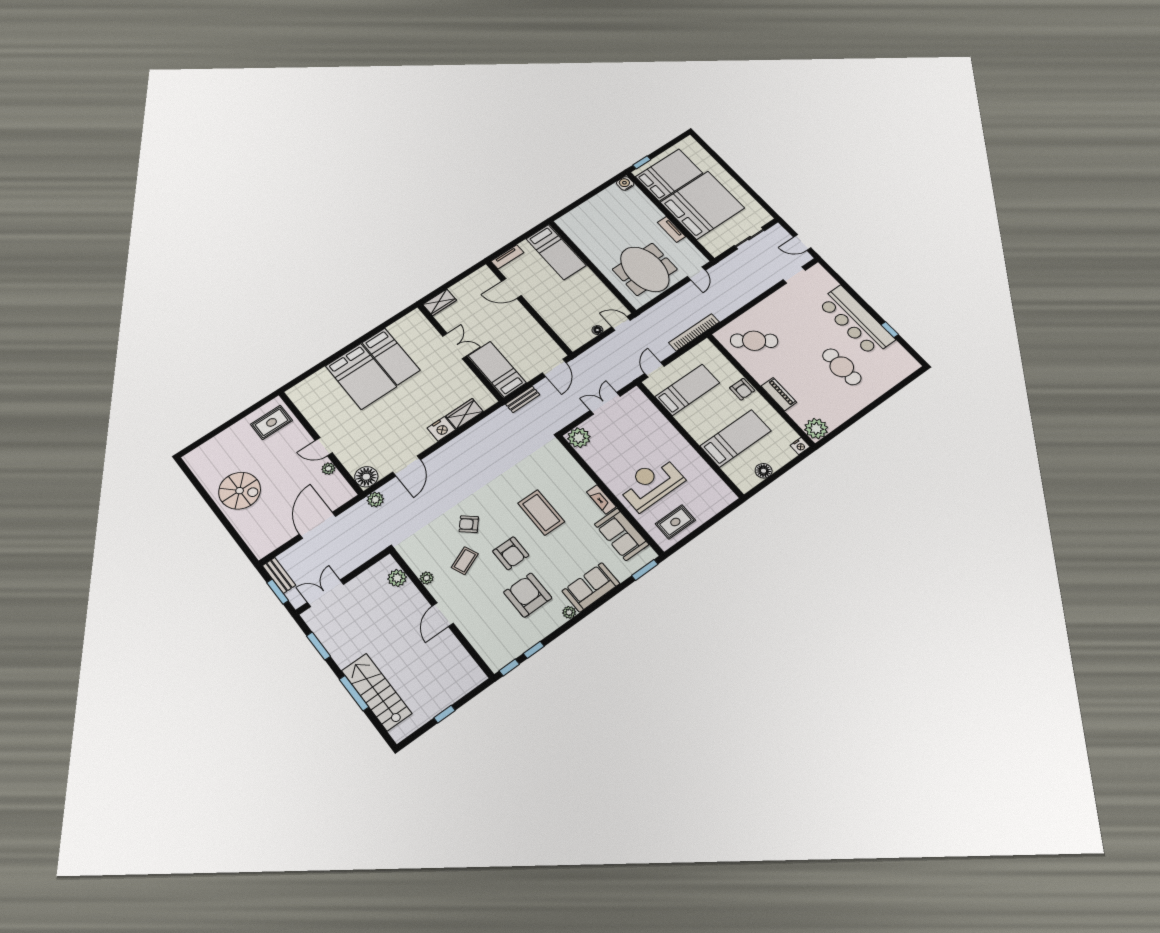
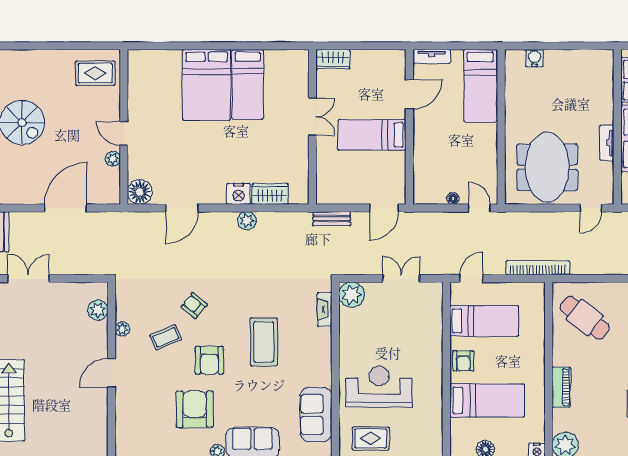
water cooler: (625, 183) -> (534, 58), moved
door: (512, 288) -> (409, 94), swing flipped
bed: (497, 369) -> (372, 135), moved, turned -90
armchair: (742, 389) -> (463, 361), moved
fireplace: (601, 499) -> (325, 309), moved
plant: (375, 500) -> (247, 221), moved

